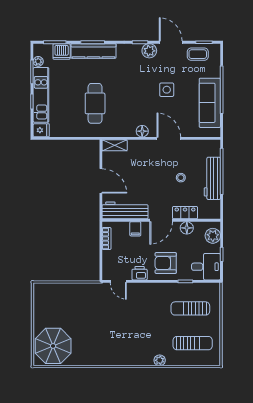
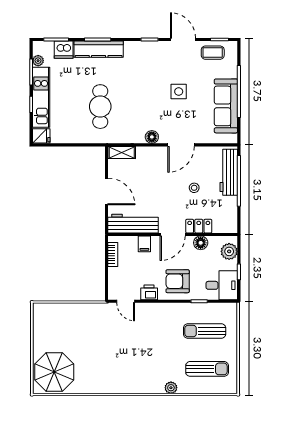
plant: (149, 51) -> (160, 49), removed
door: (169, 138) -> (181, 145), swing flipped
workbench: (212, 178) -> (229, 172), moved

